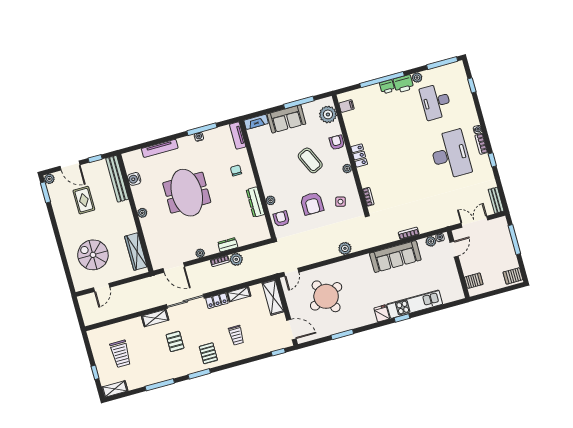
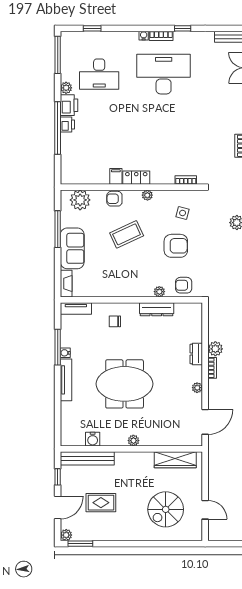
filing cabinet: (347, 106) -> (116, 176), moved
tv unit: (160, 148) -> (66, 380), moved

